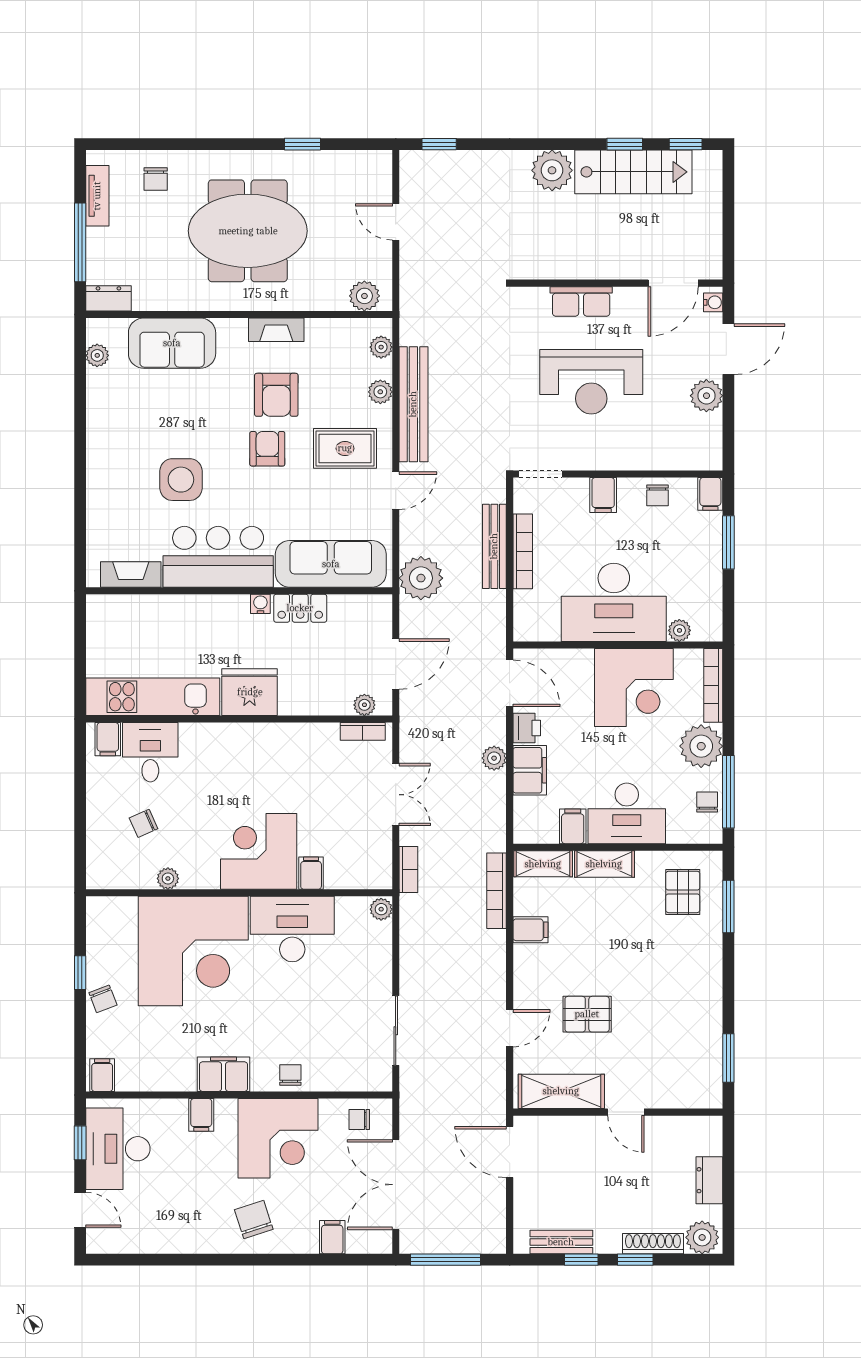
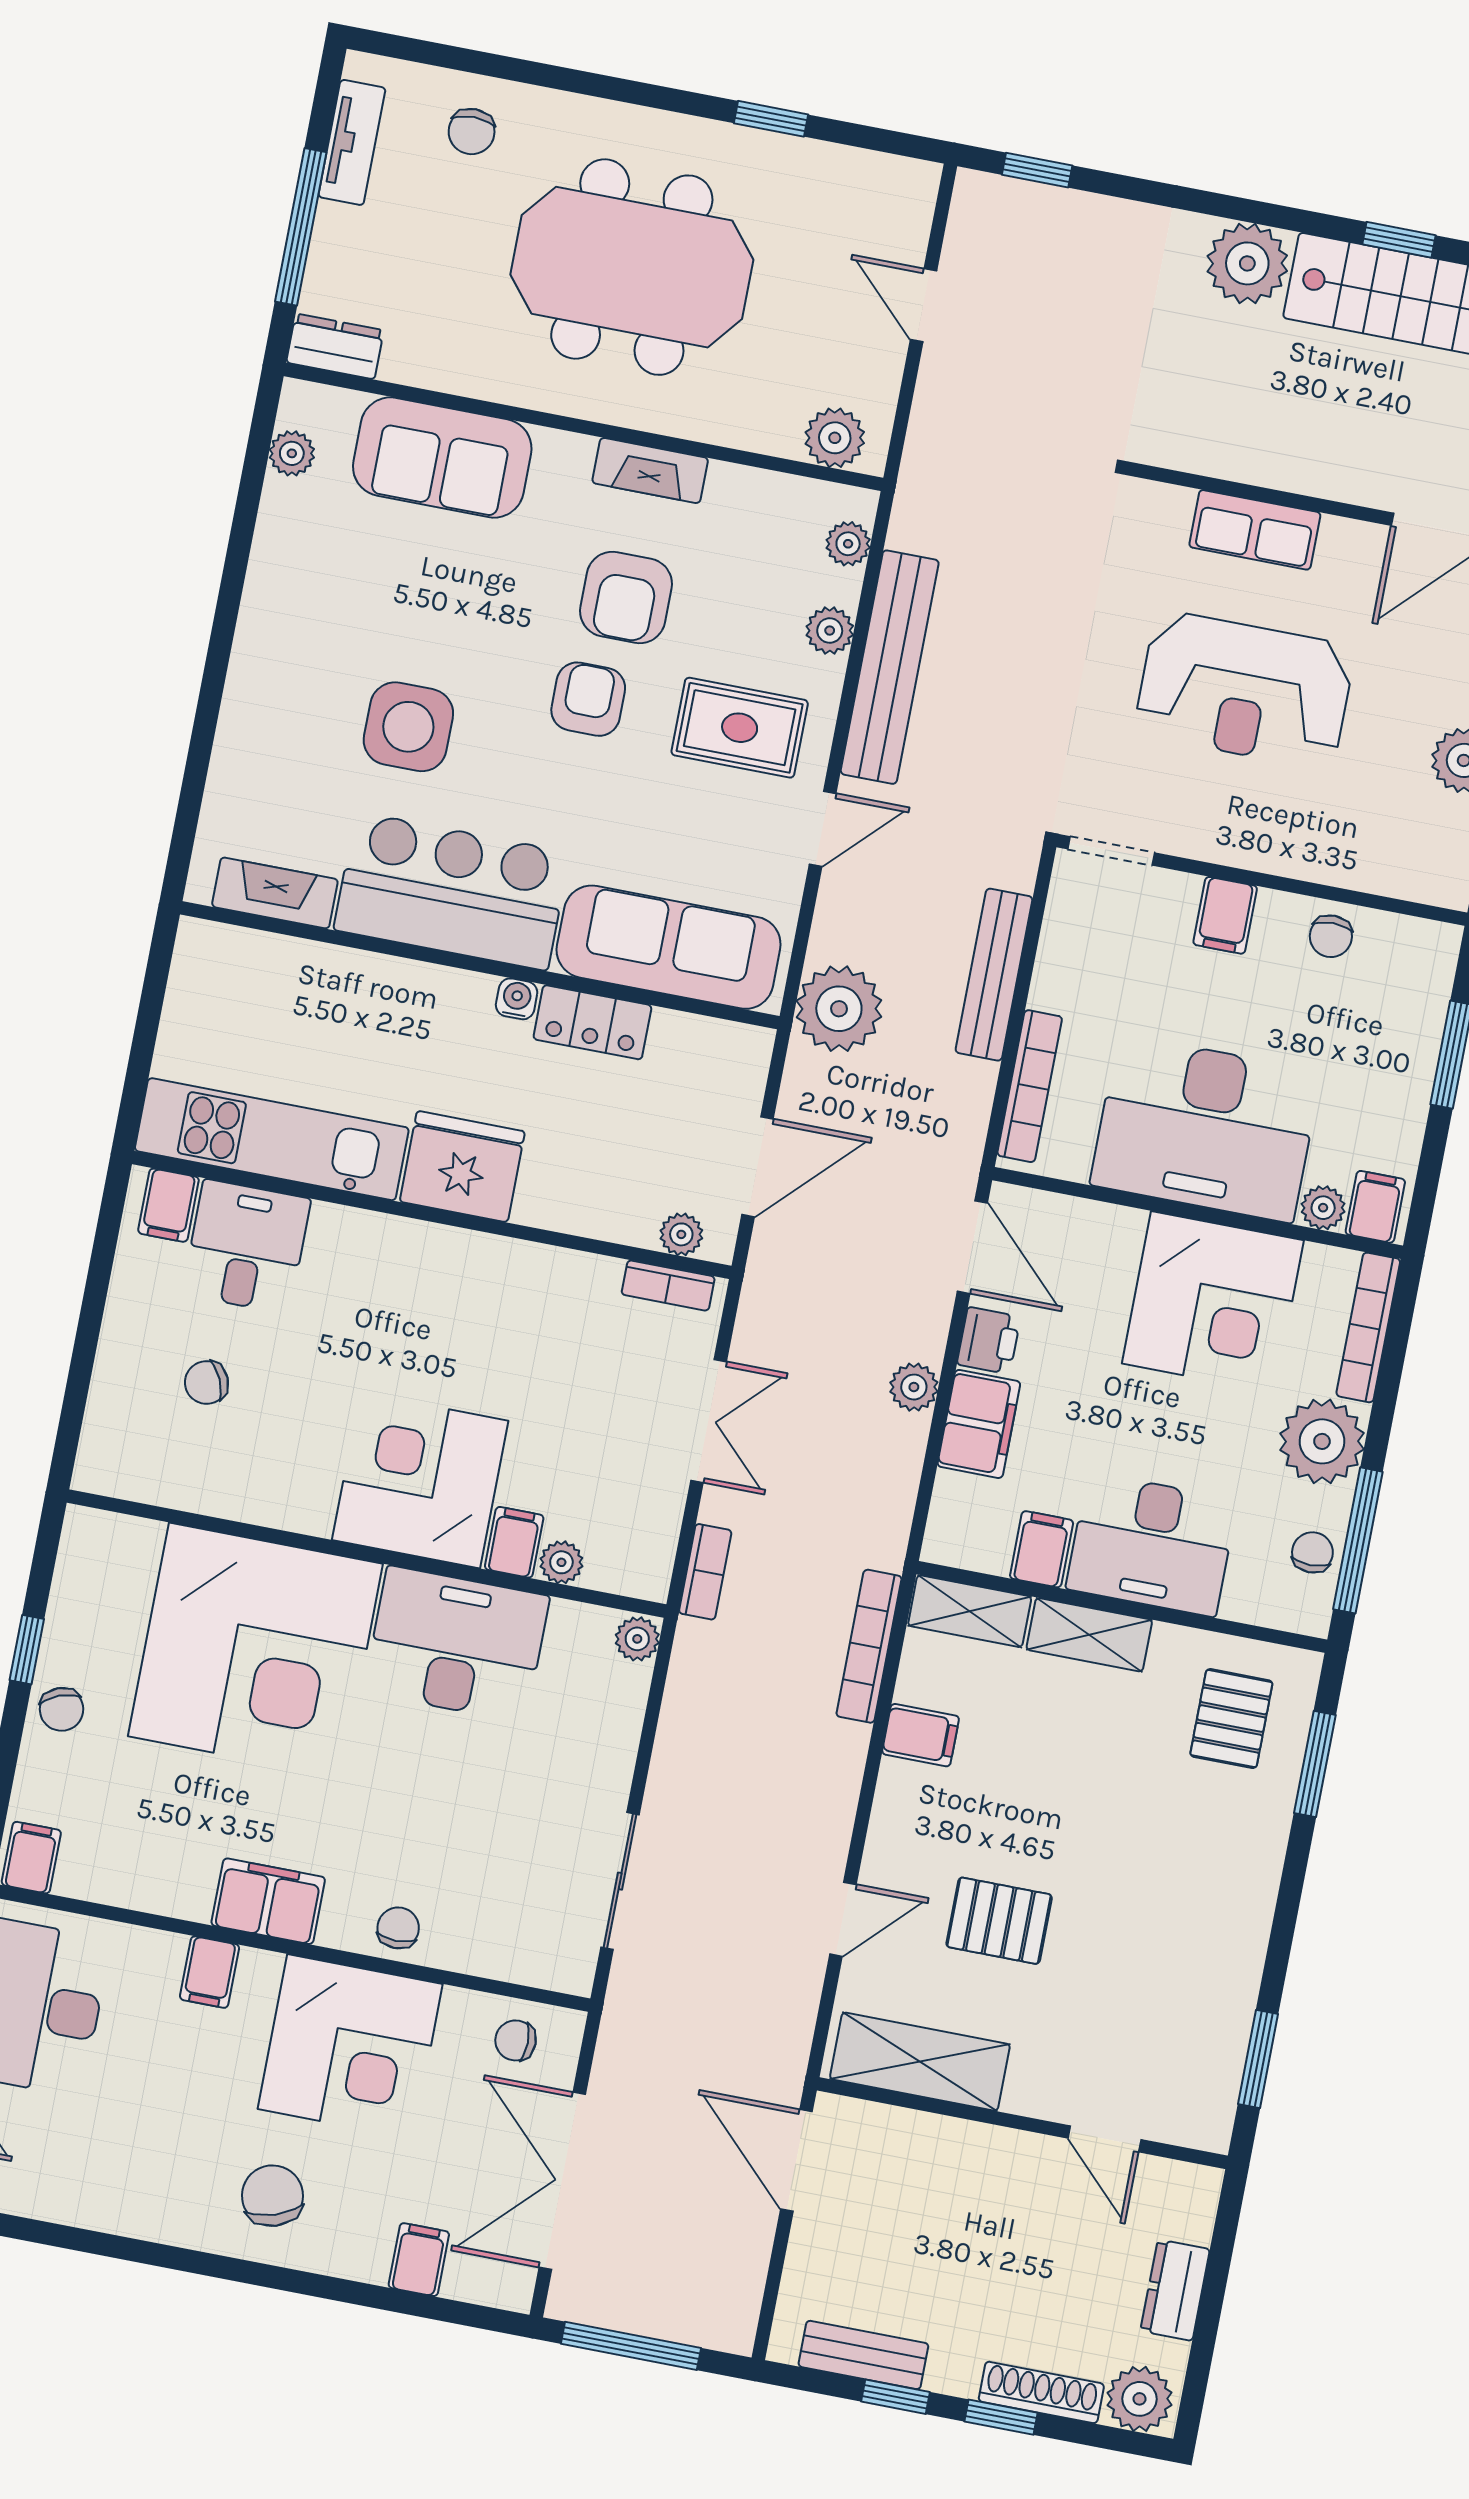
filing cabinet: (710, 494) -> (1375, 1207), moved, turned 180
bookcase: (523, 551) -> (1030, 1086), moved
plant: (168, 879) -> (561, 1562), moved
door: (626, 1112) -> (1104, 2139), moved

